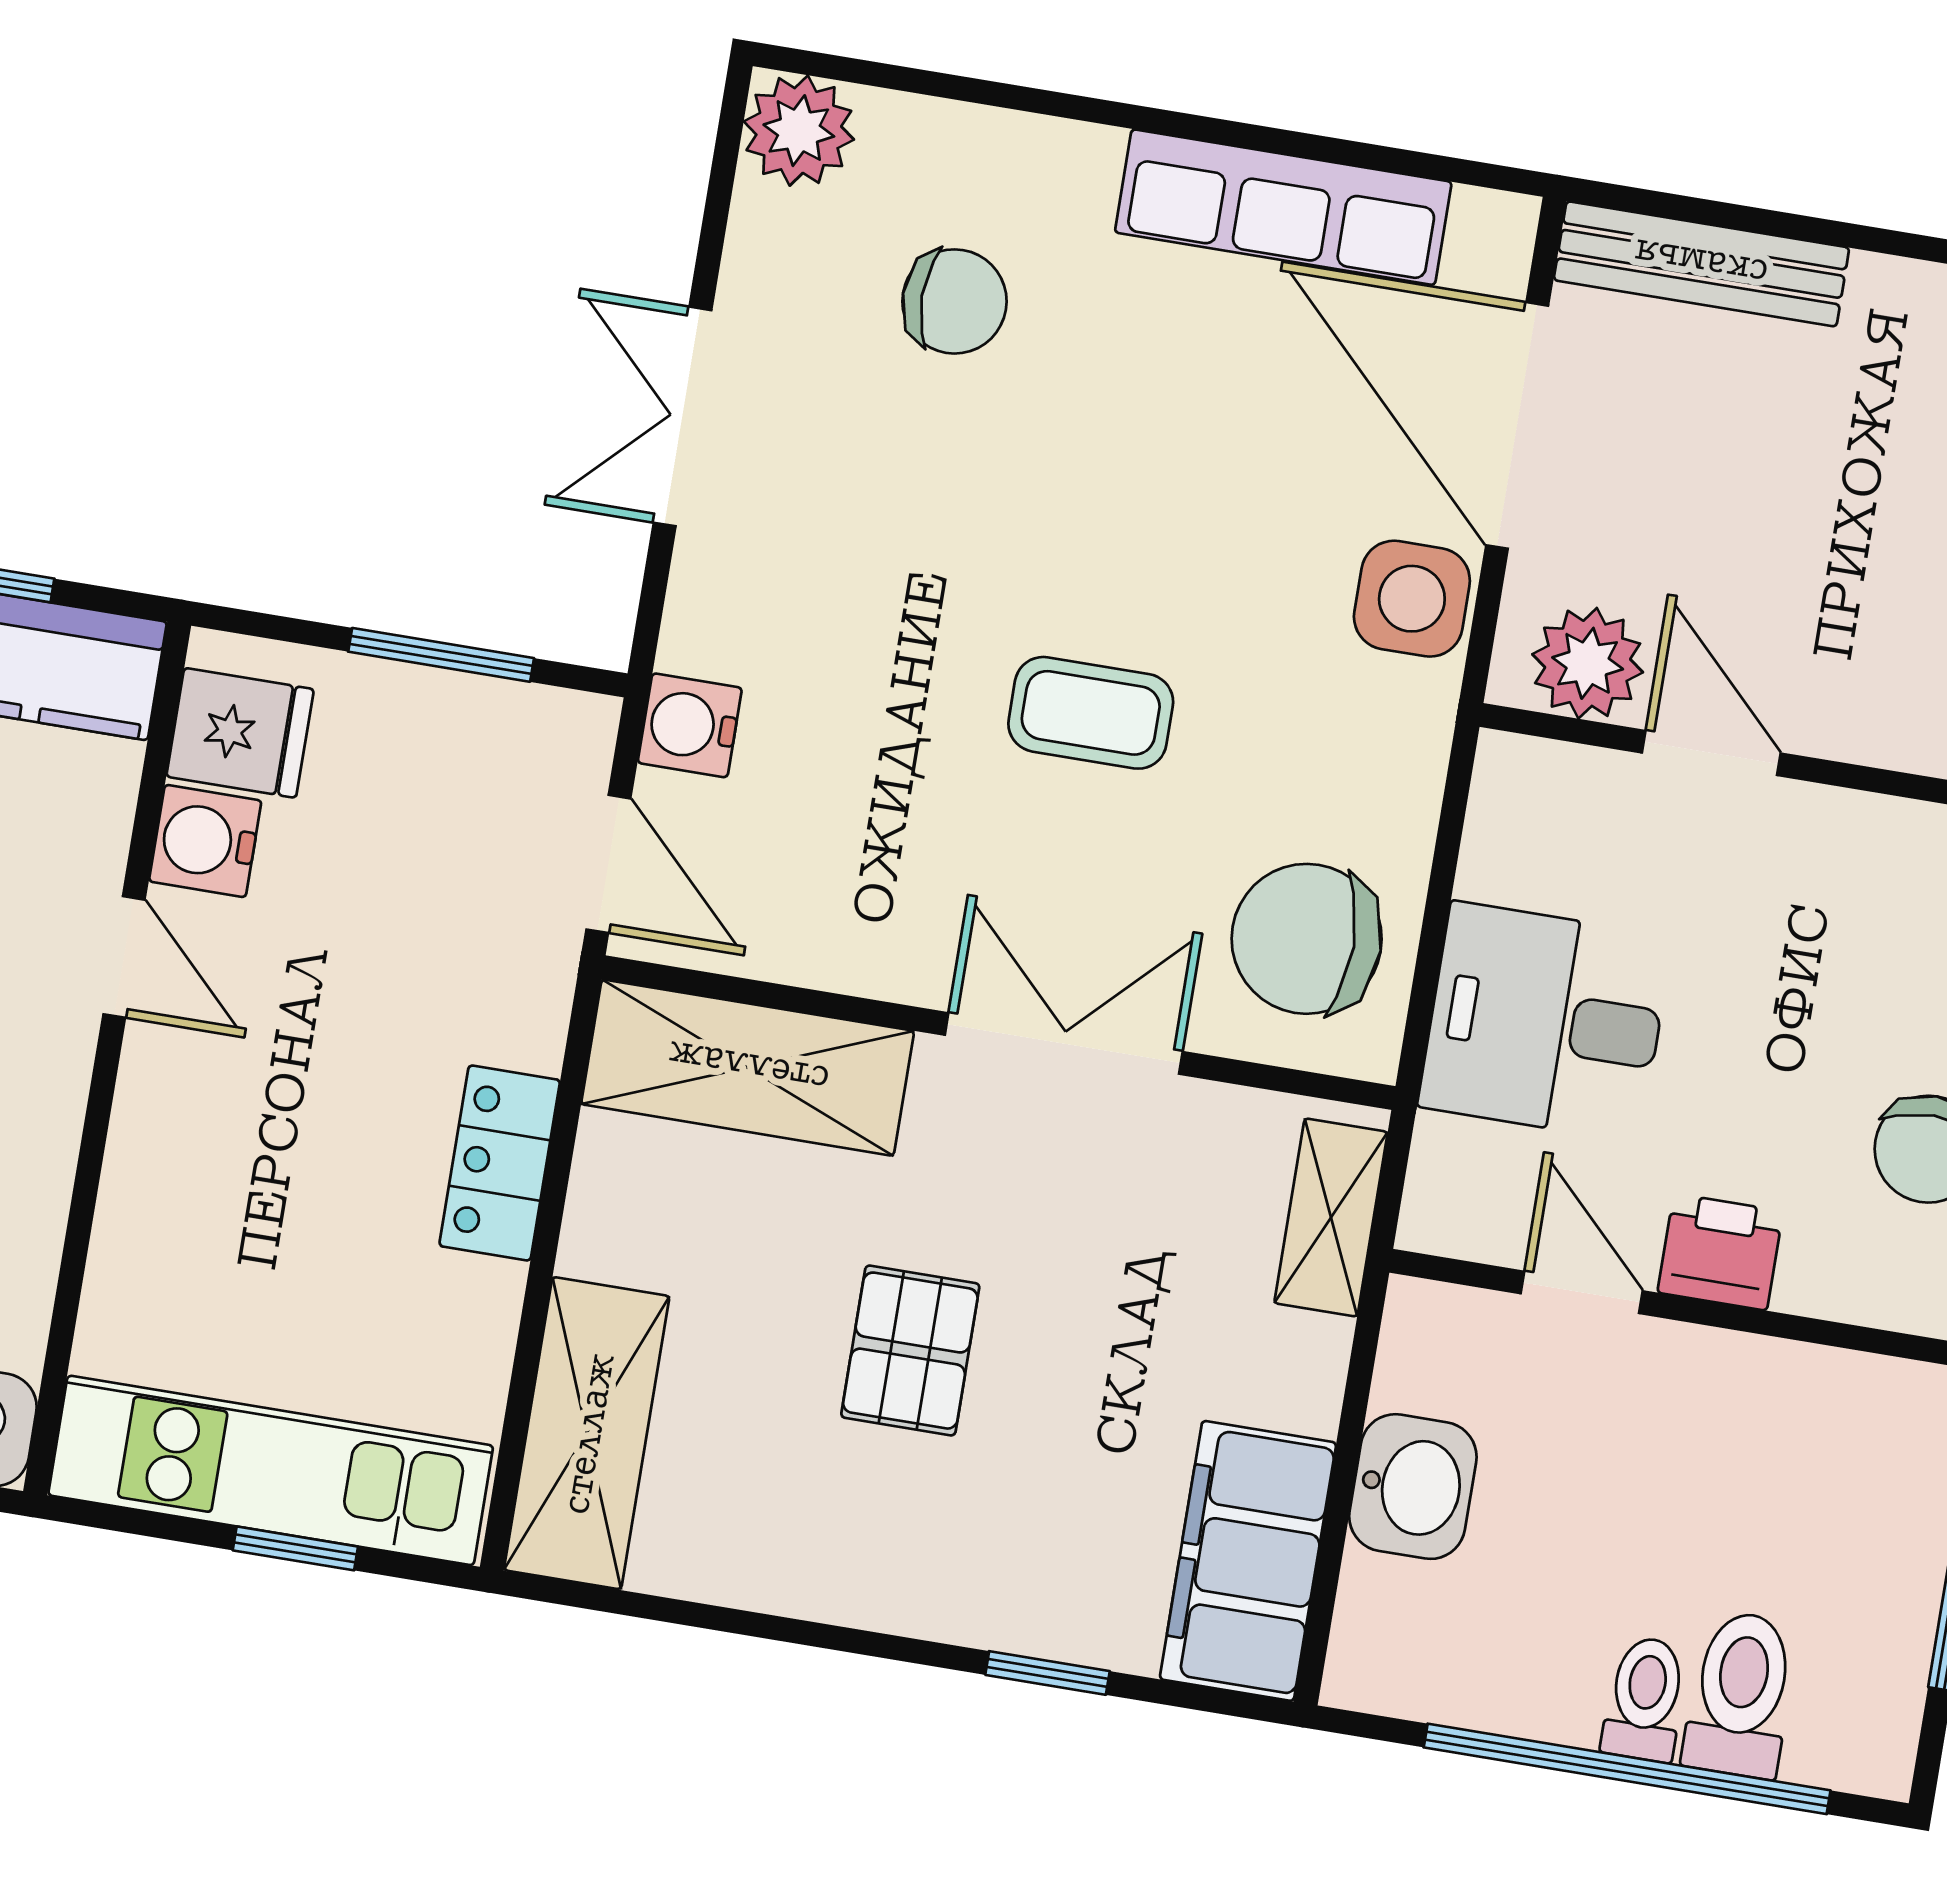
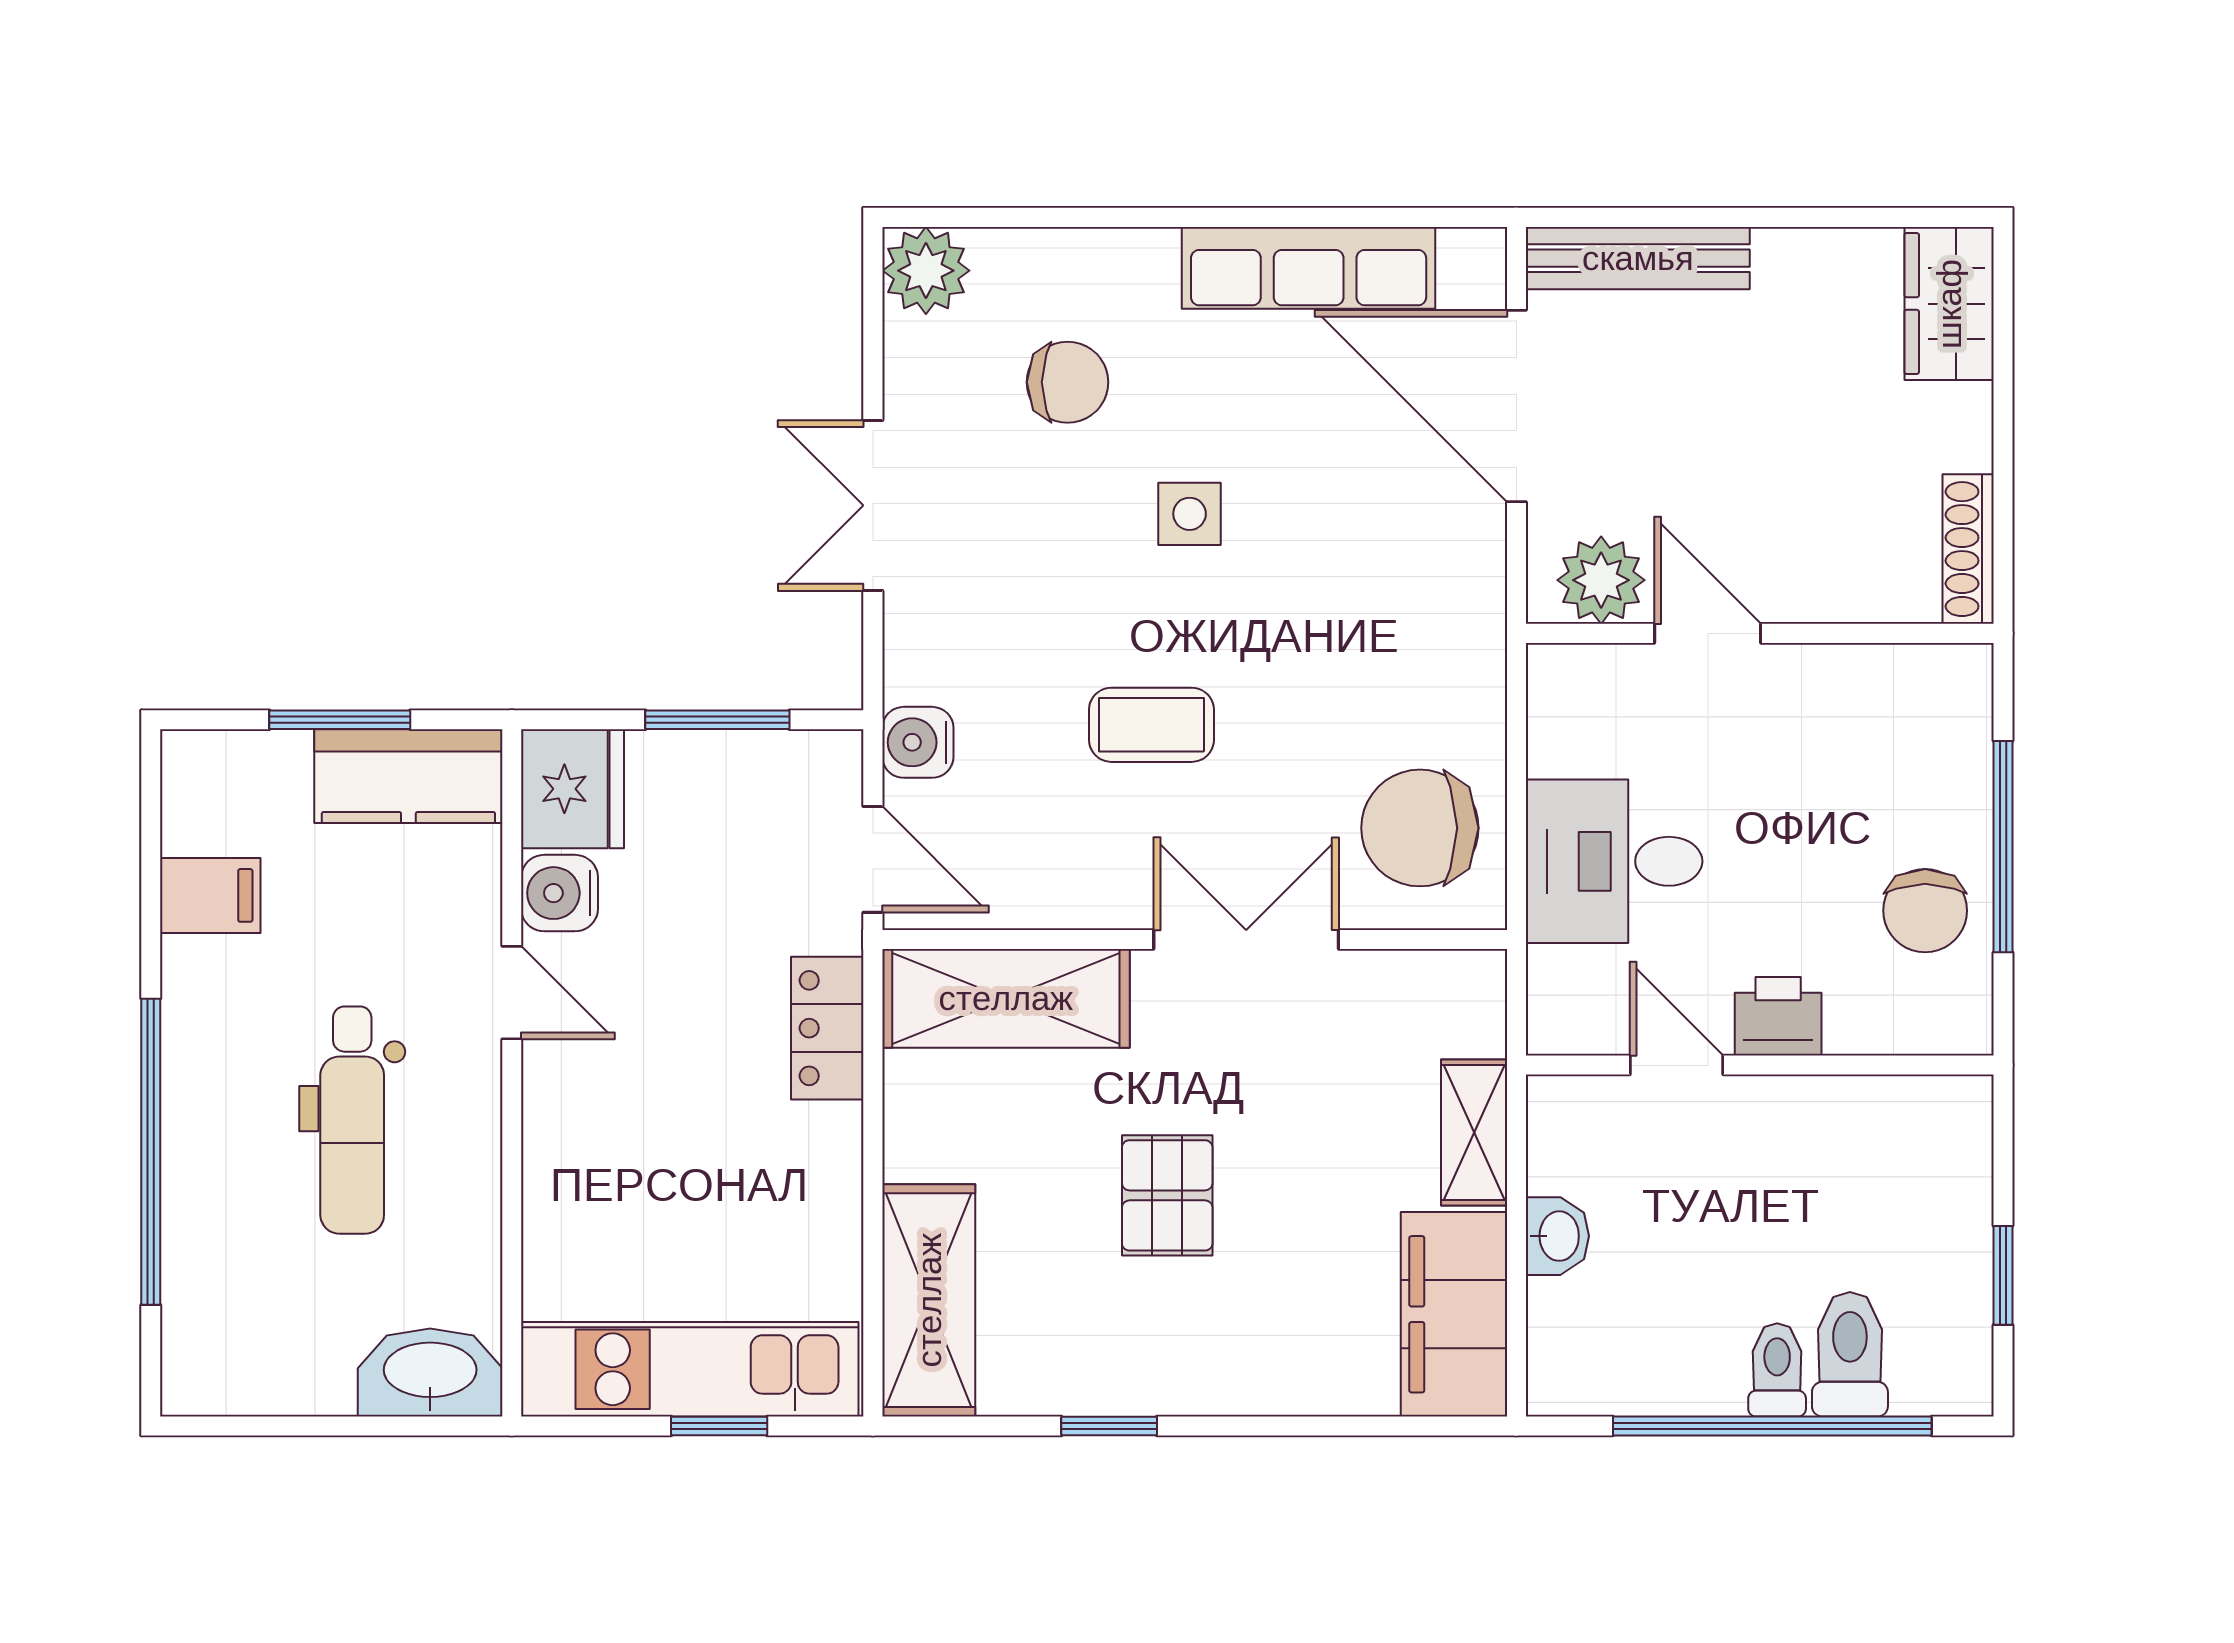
side table: (1412, 599) -> (1190, 514), moved, width x0.73, depth x0.73
coffee table: (1091, 713) -> (1151, 725), moved
fridge: (240, 733) -> (573, 789), width x1.38
locker: (500, 1163) -> (827, 1028), moved
shelving: (1331, 1217) -> (1474, 1132), moved
washbasin: (1413, 1487) -> (1557, 1236), width x0.72, depth x0.69
window: (1047, 1673) -> (1109, 1426), moved

